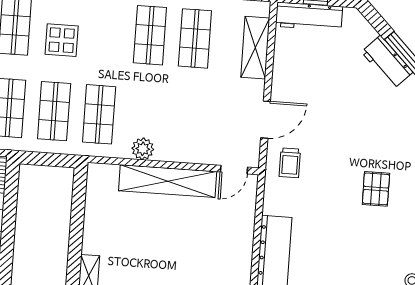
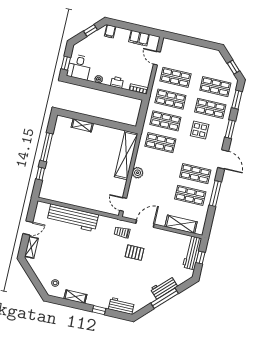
door: (266, 120) -> (145, 224), swing flipped
plant: (143, 149) -> (138, 173), moved
shelving: (168, 181) -> (126, 155), moved
pallet: (376, 189) -> (135, 253), moved

